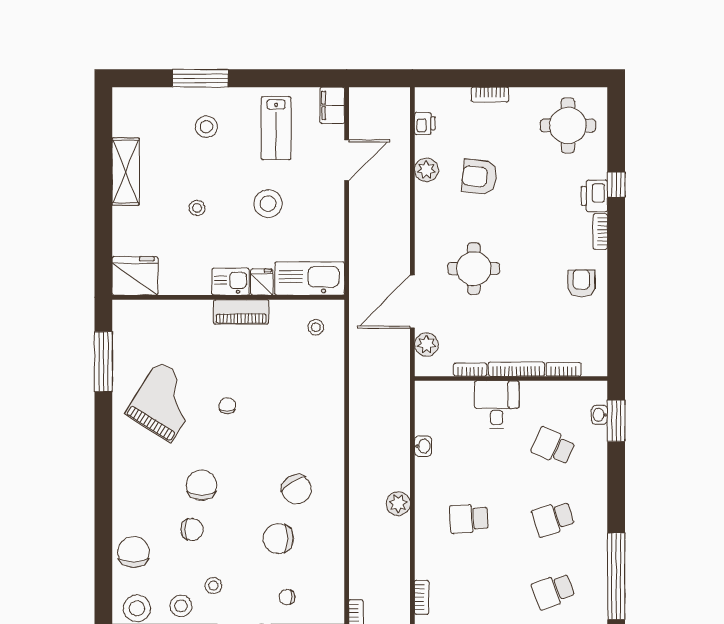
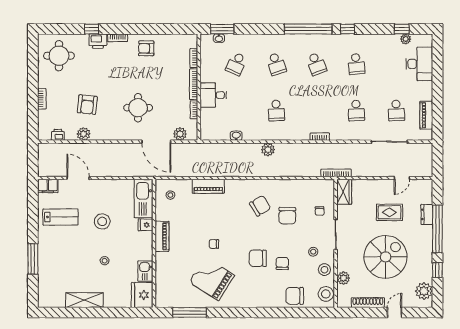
stool: (206, 127) -> (60, 256), removed
kitchen sink: (231, 282) -> (145, 271), moved
piano: (332, 396) -> (208, 186), added

